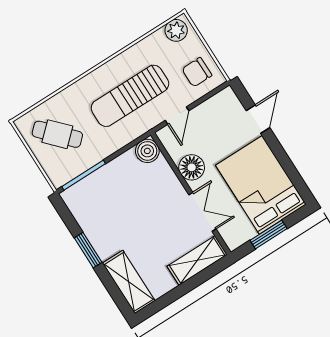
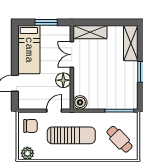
bed: (261, 185) -> (29, 50), width x0.67

